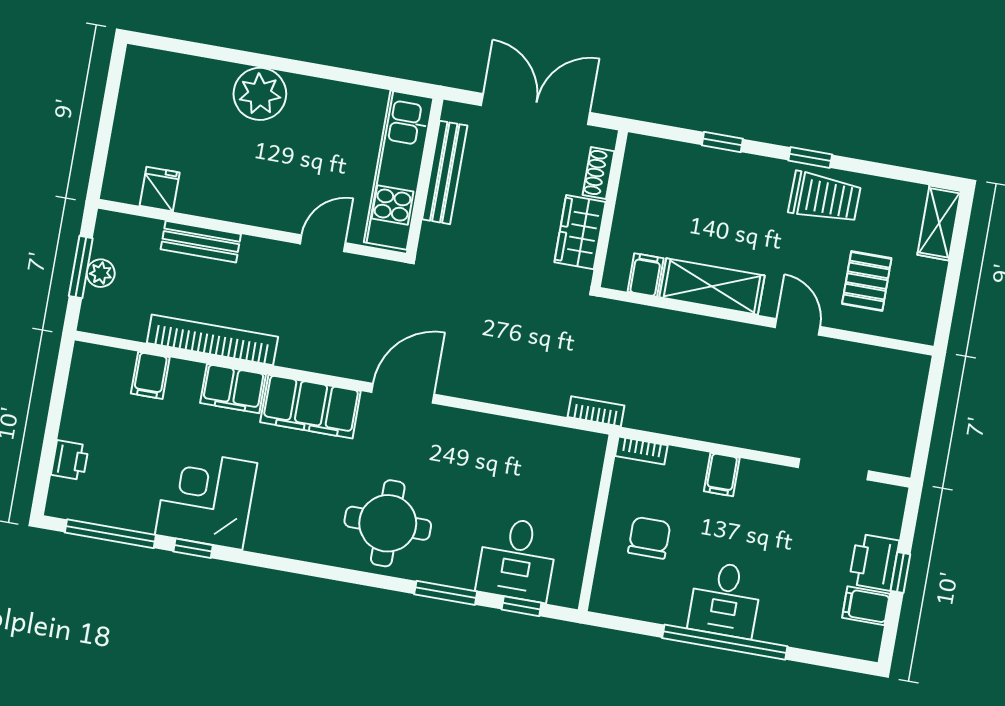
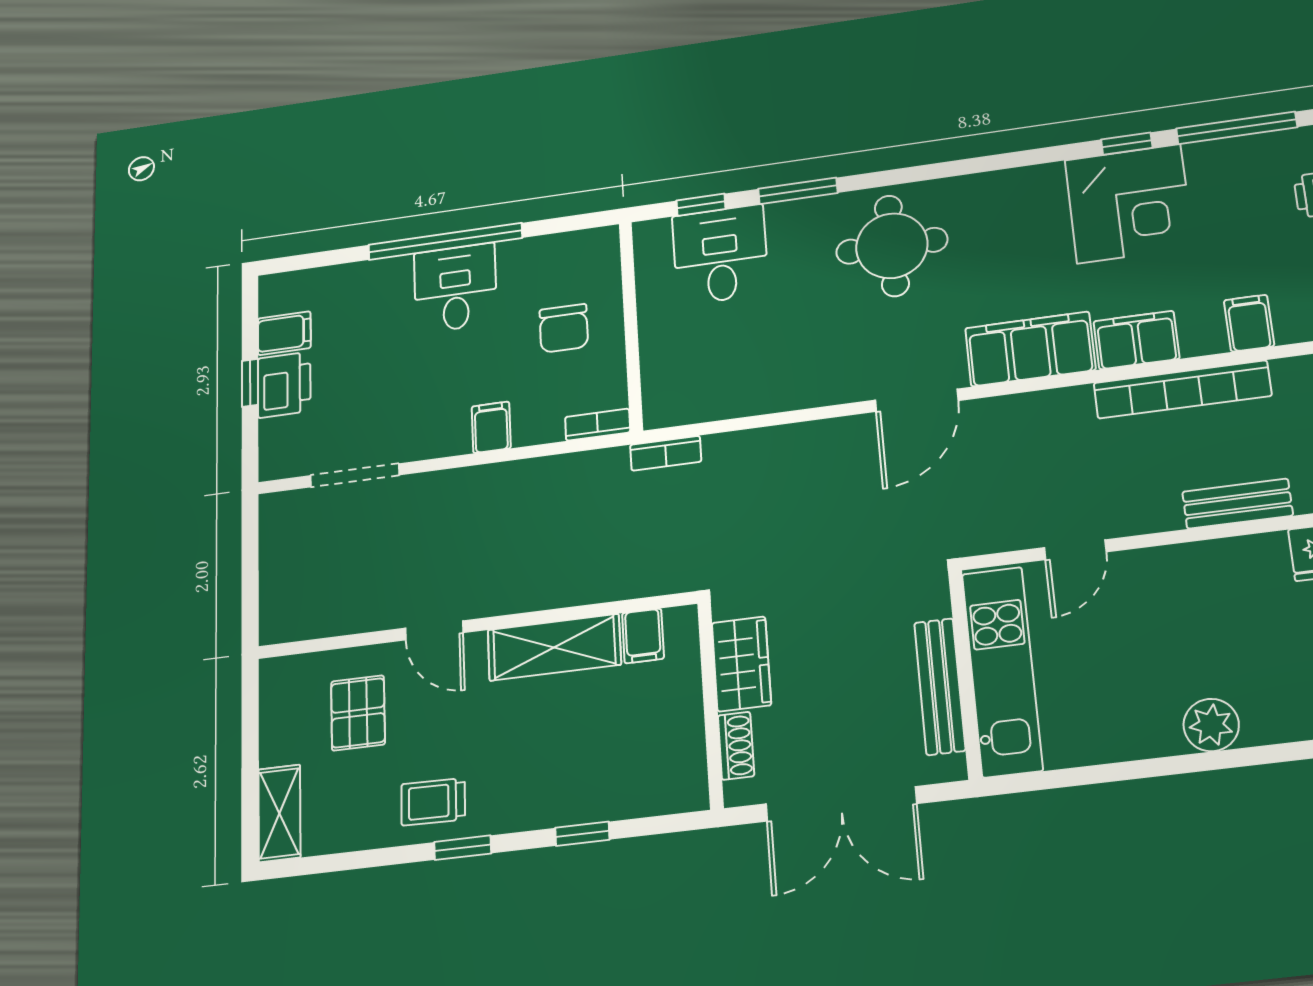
plant: (260, 94) -> (1211, 725), width x0.73, depth x0.73
trolley: (825, 198) -> (433, 802), width x0.73, depth x0.72

